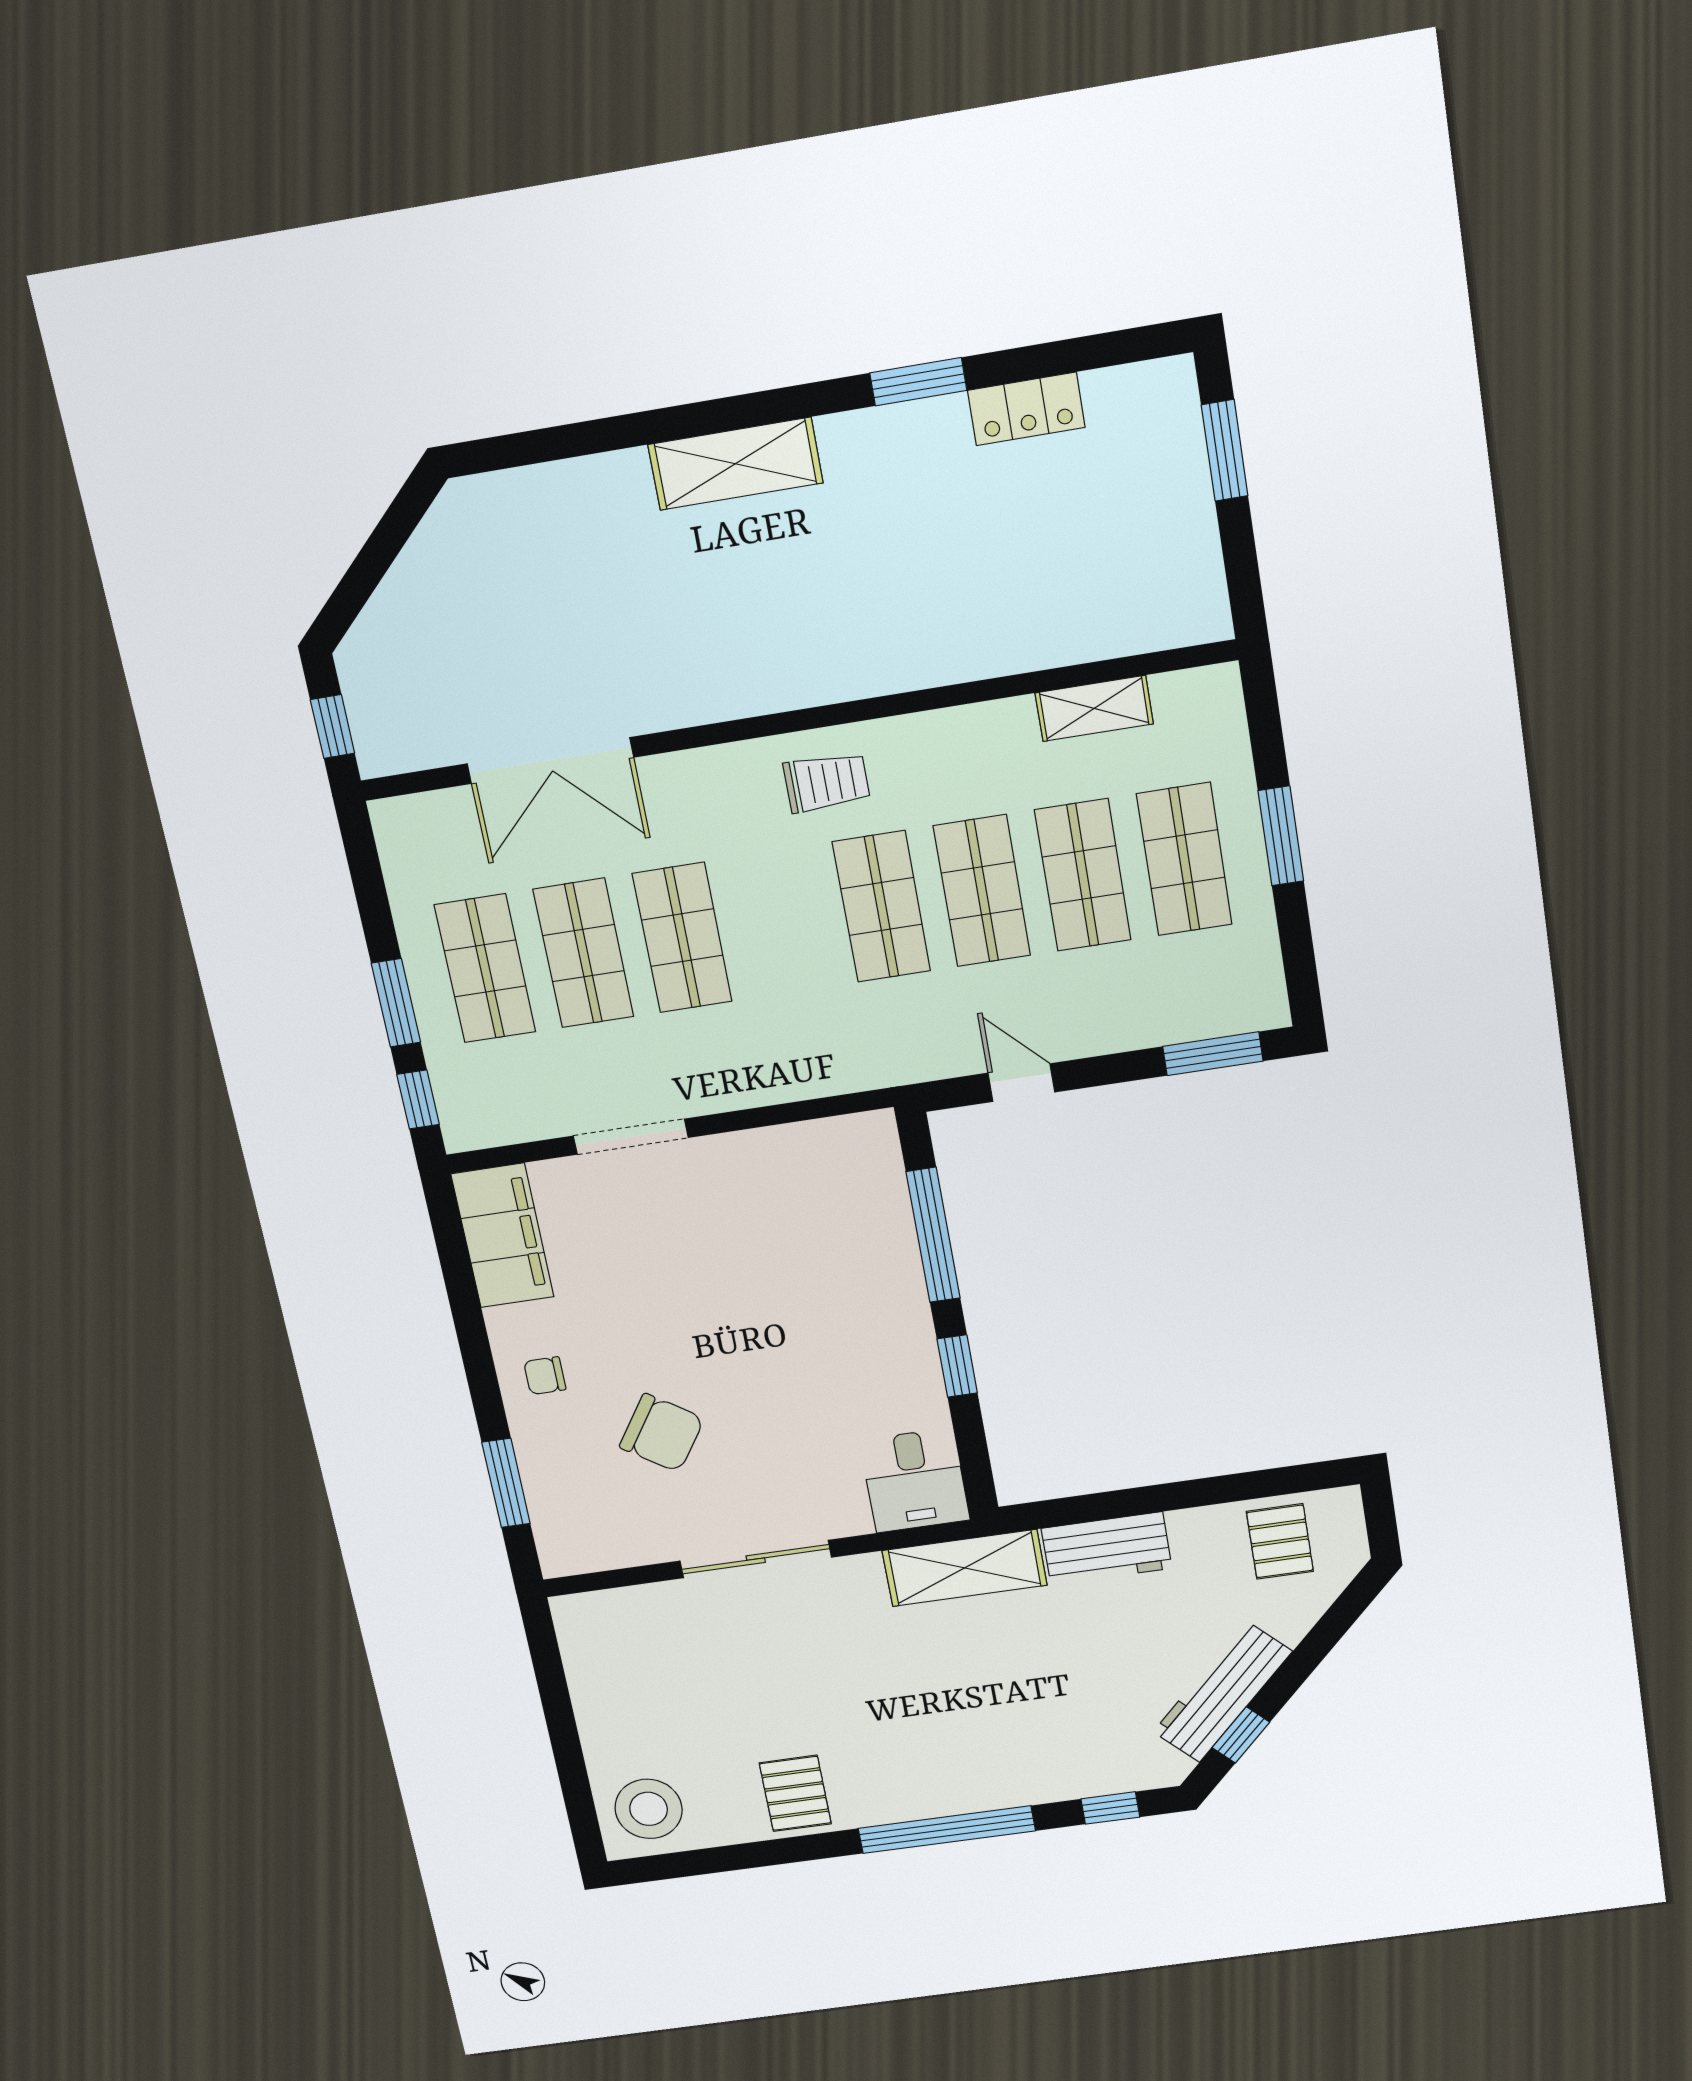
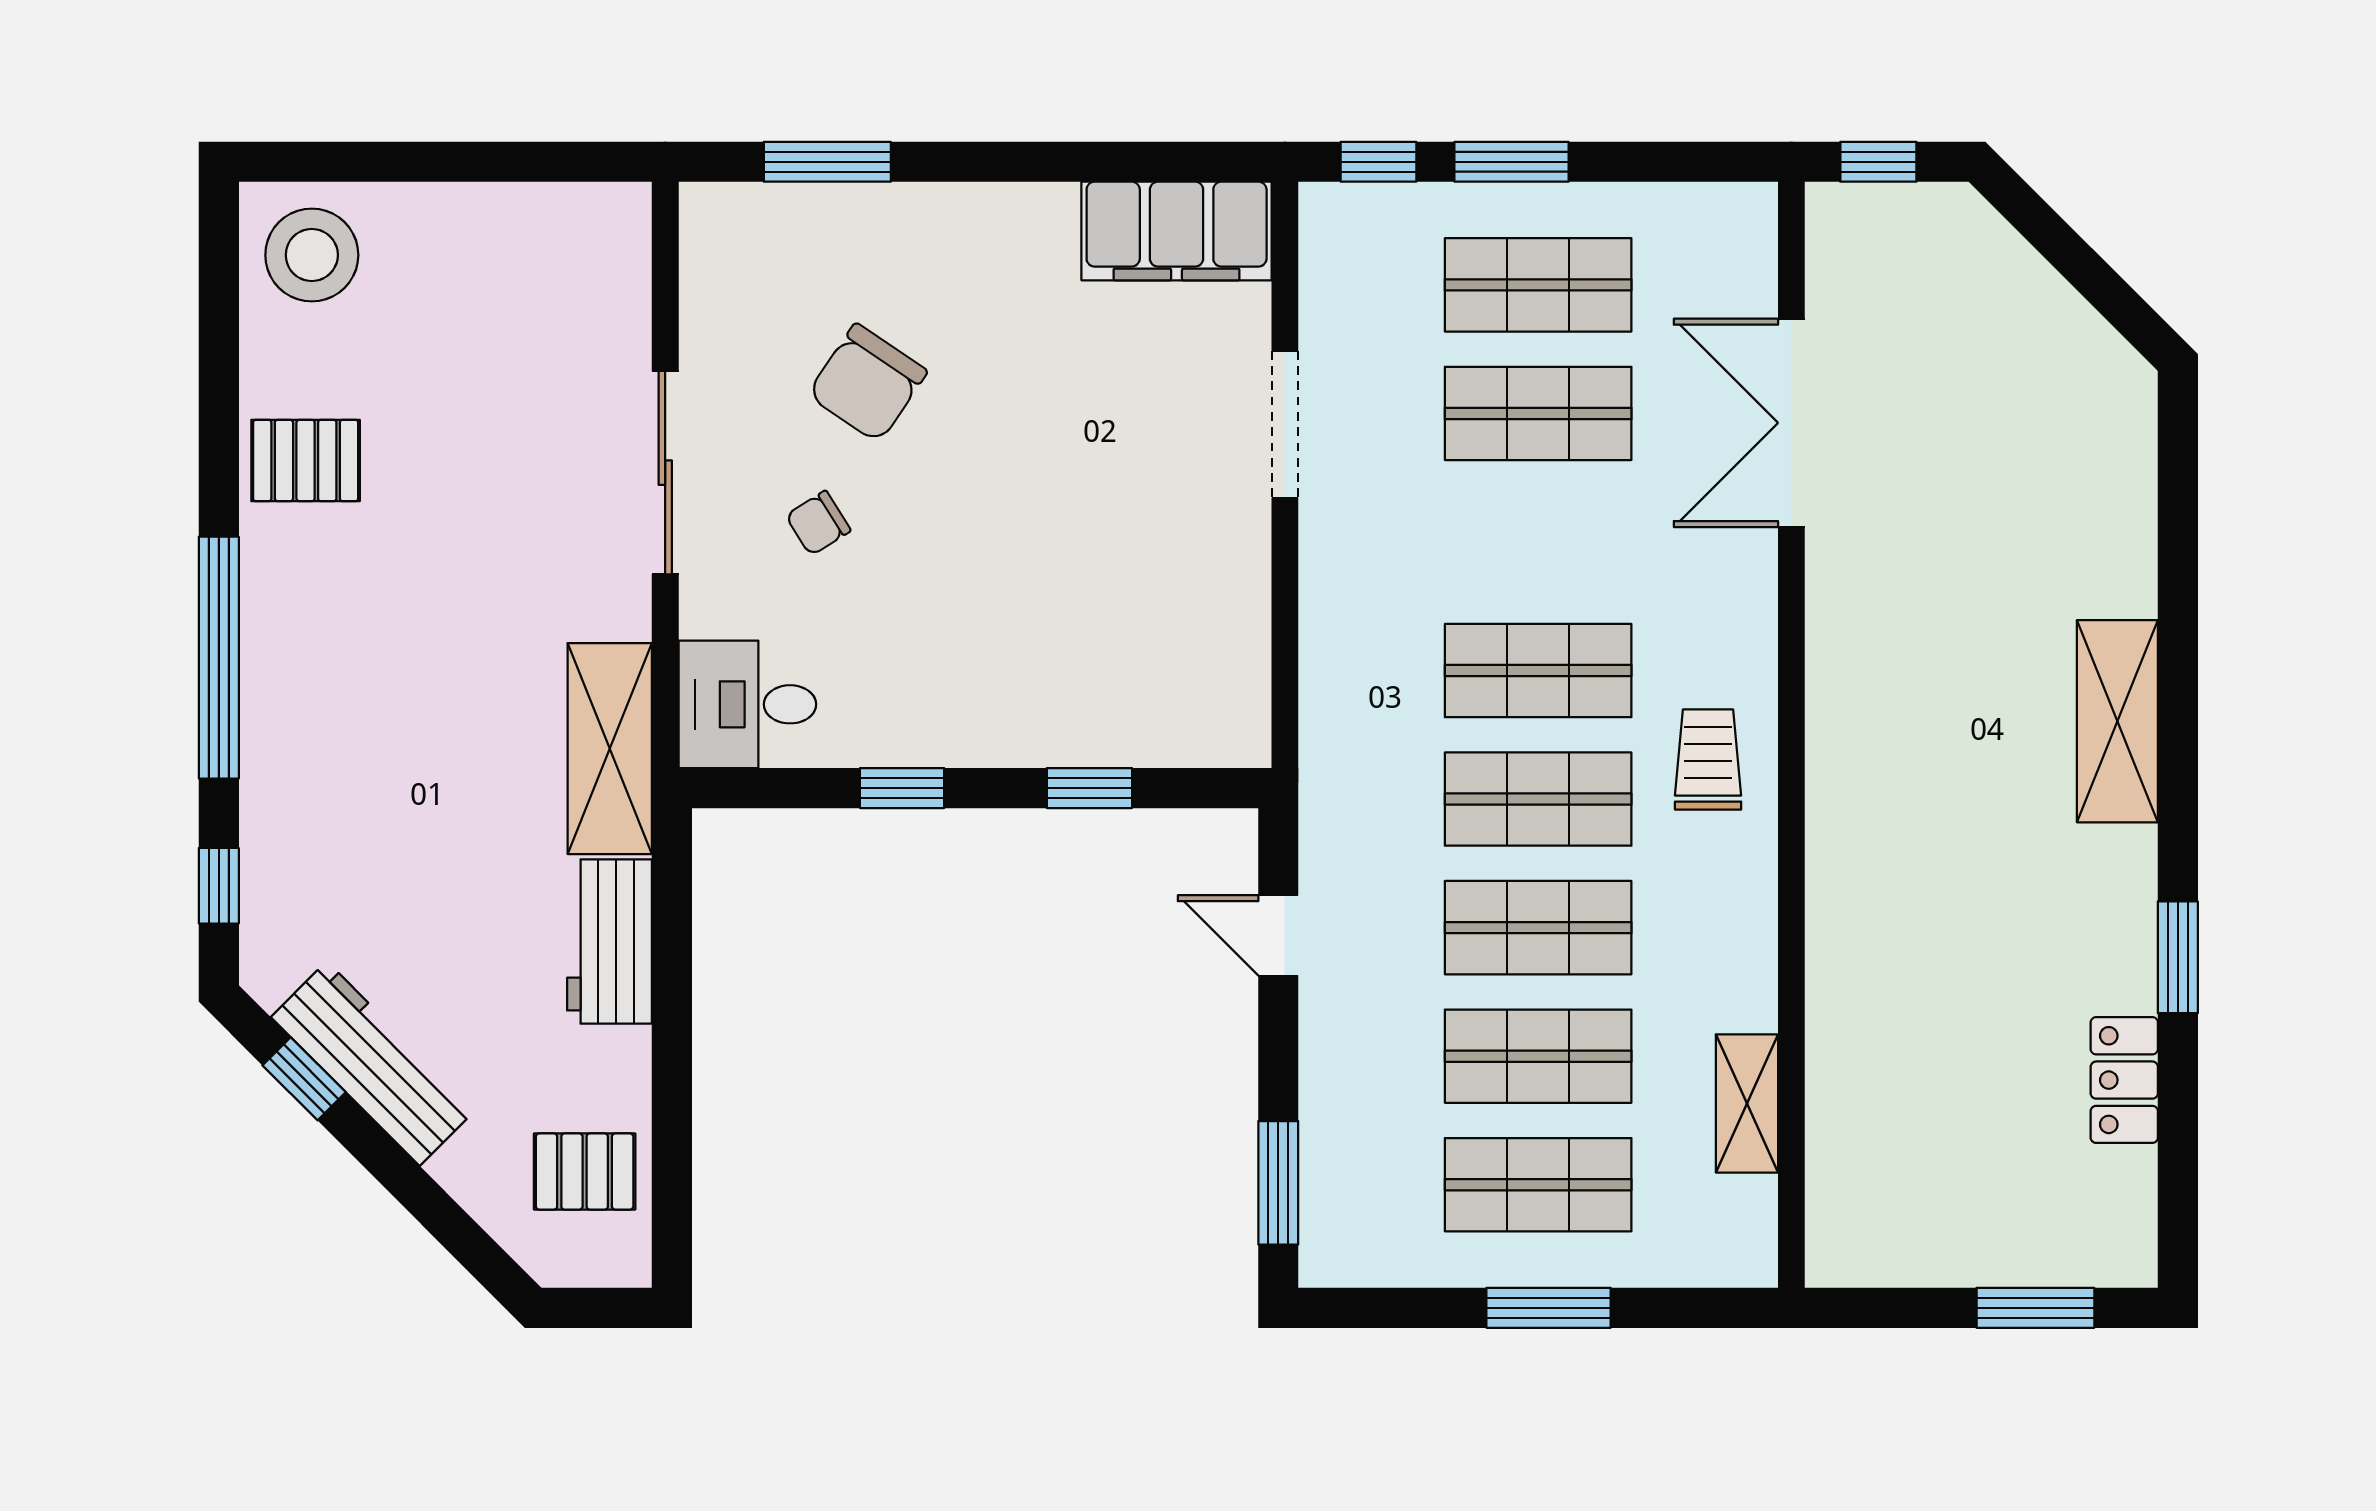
trolley: (827, 782) -> (1708, 759), turned 180
shop shelf: (682, 938) -> (1538, 671), moved
door: (1021, 1083) -> (1278, 935), swing flipped
window: (933, 1235) -> (1089, 788), width x0.46
chair: (545, 1376) -> (818, 523), moved, turned -122

